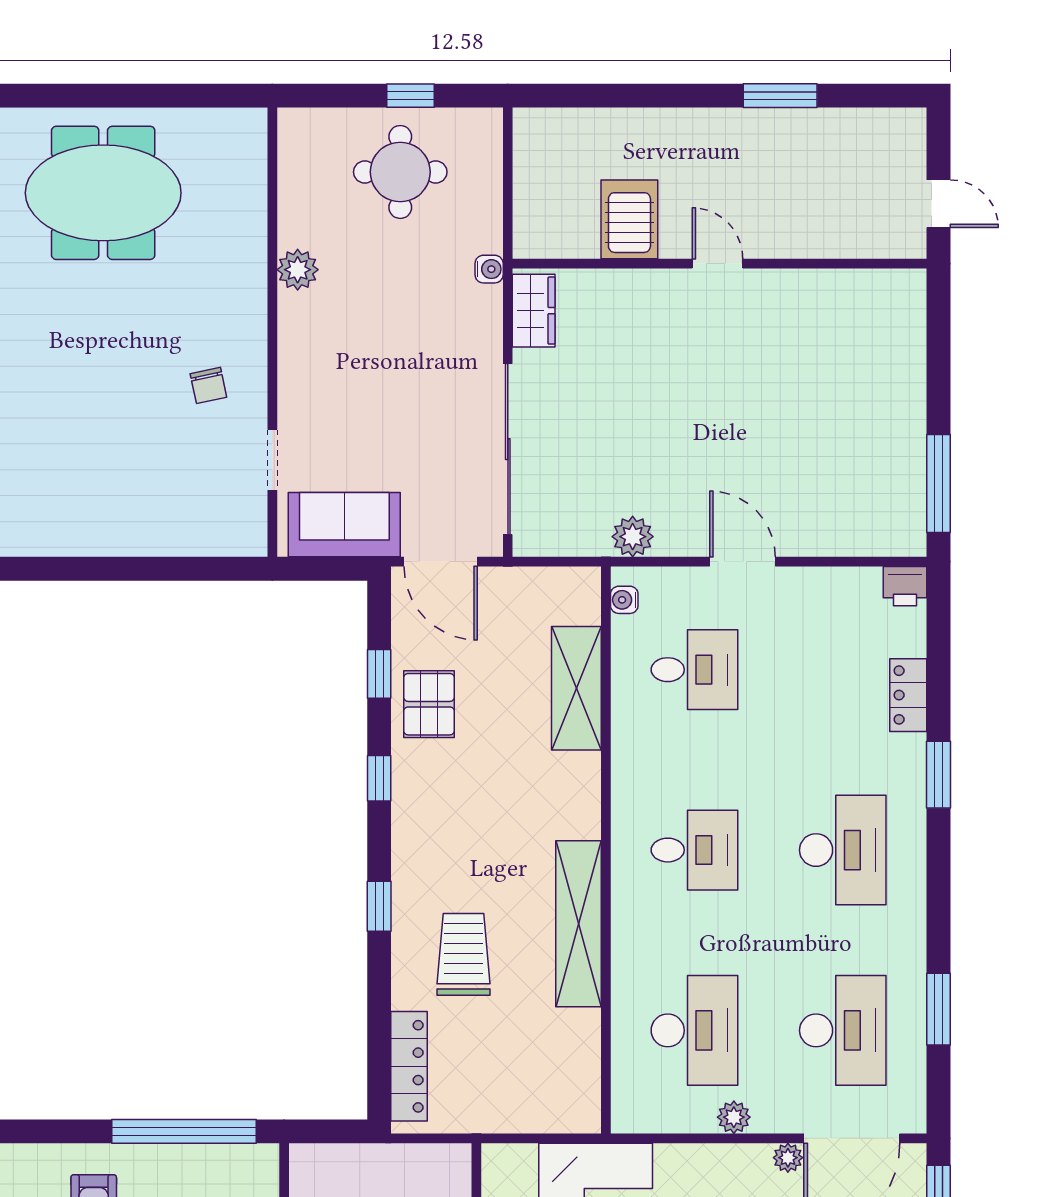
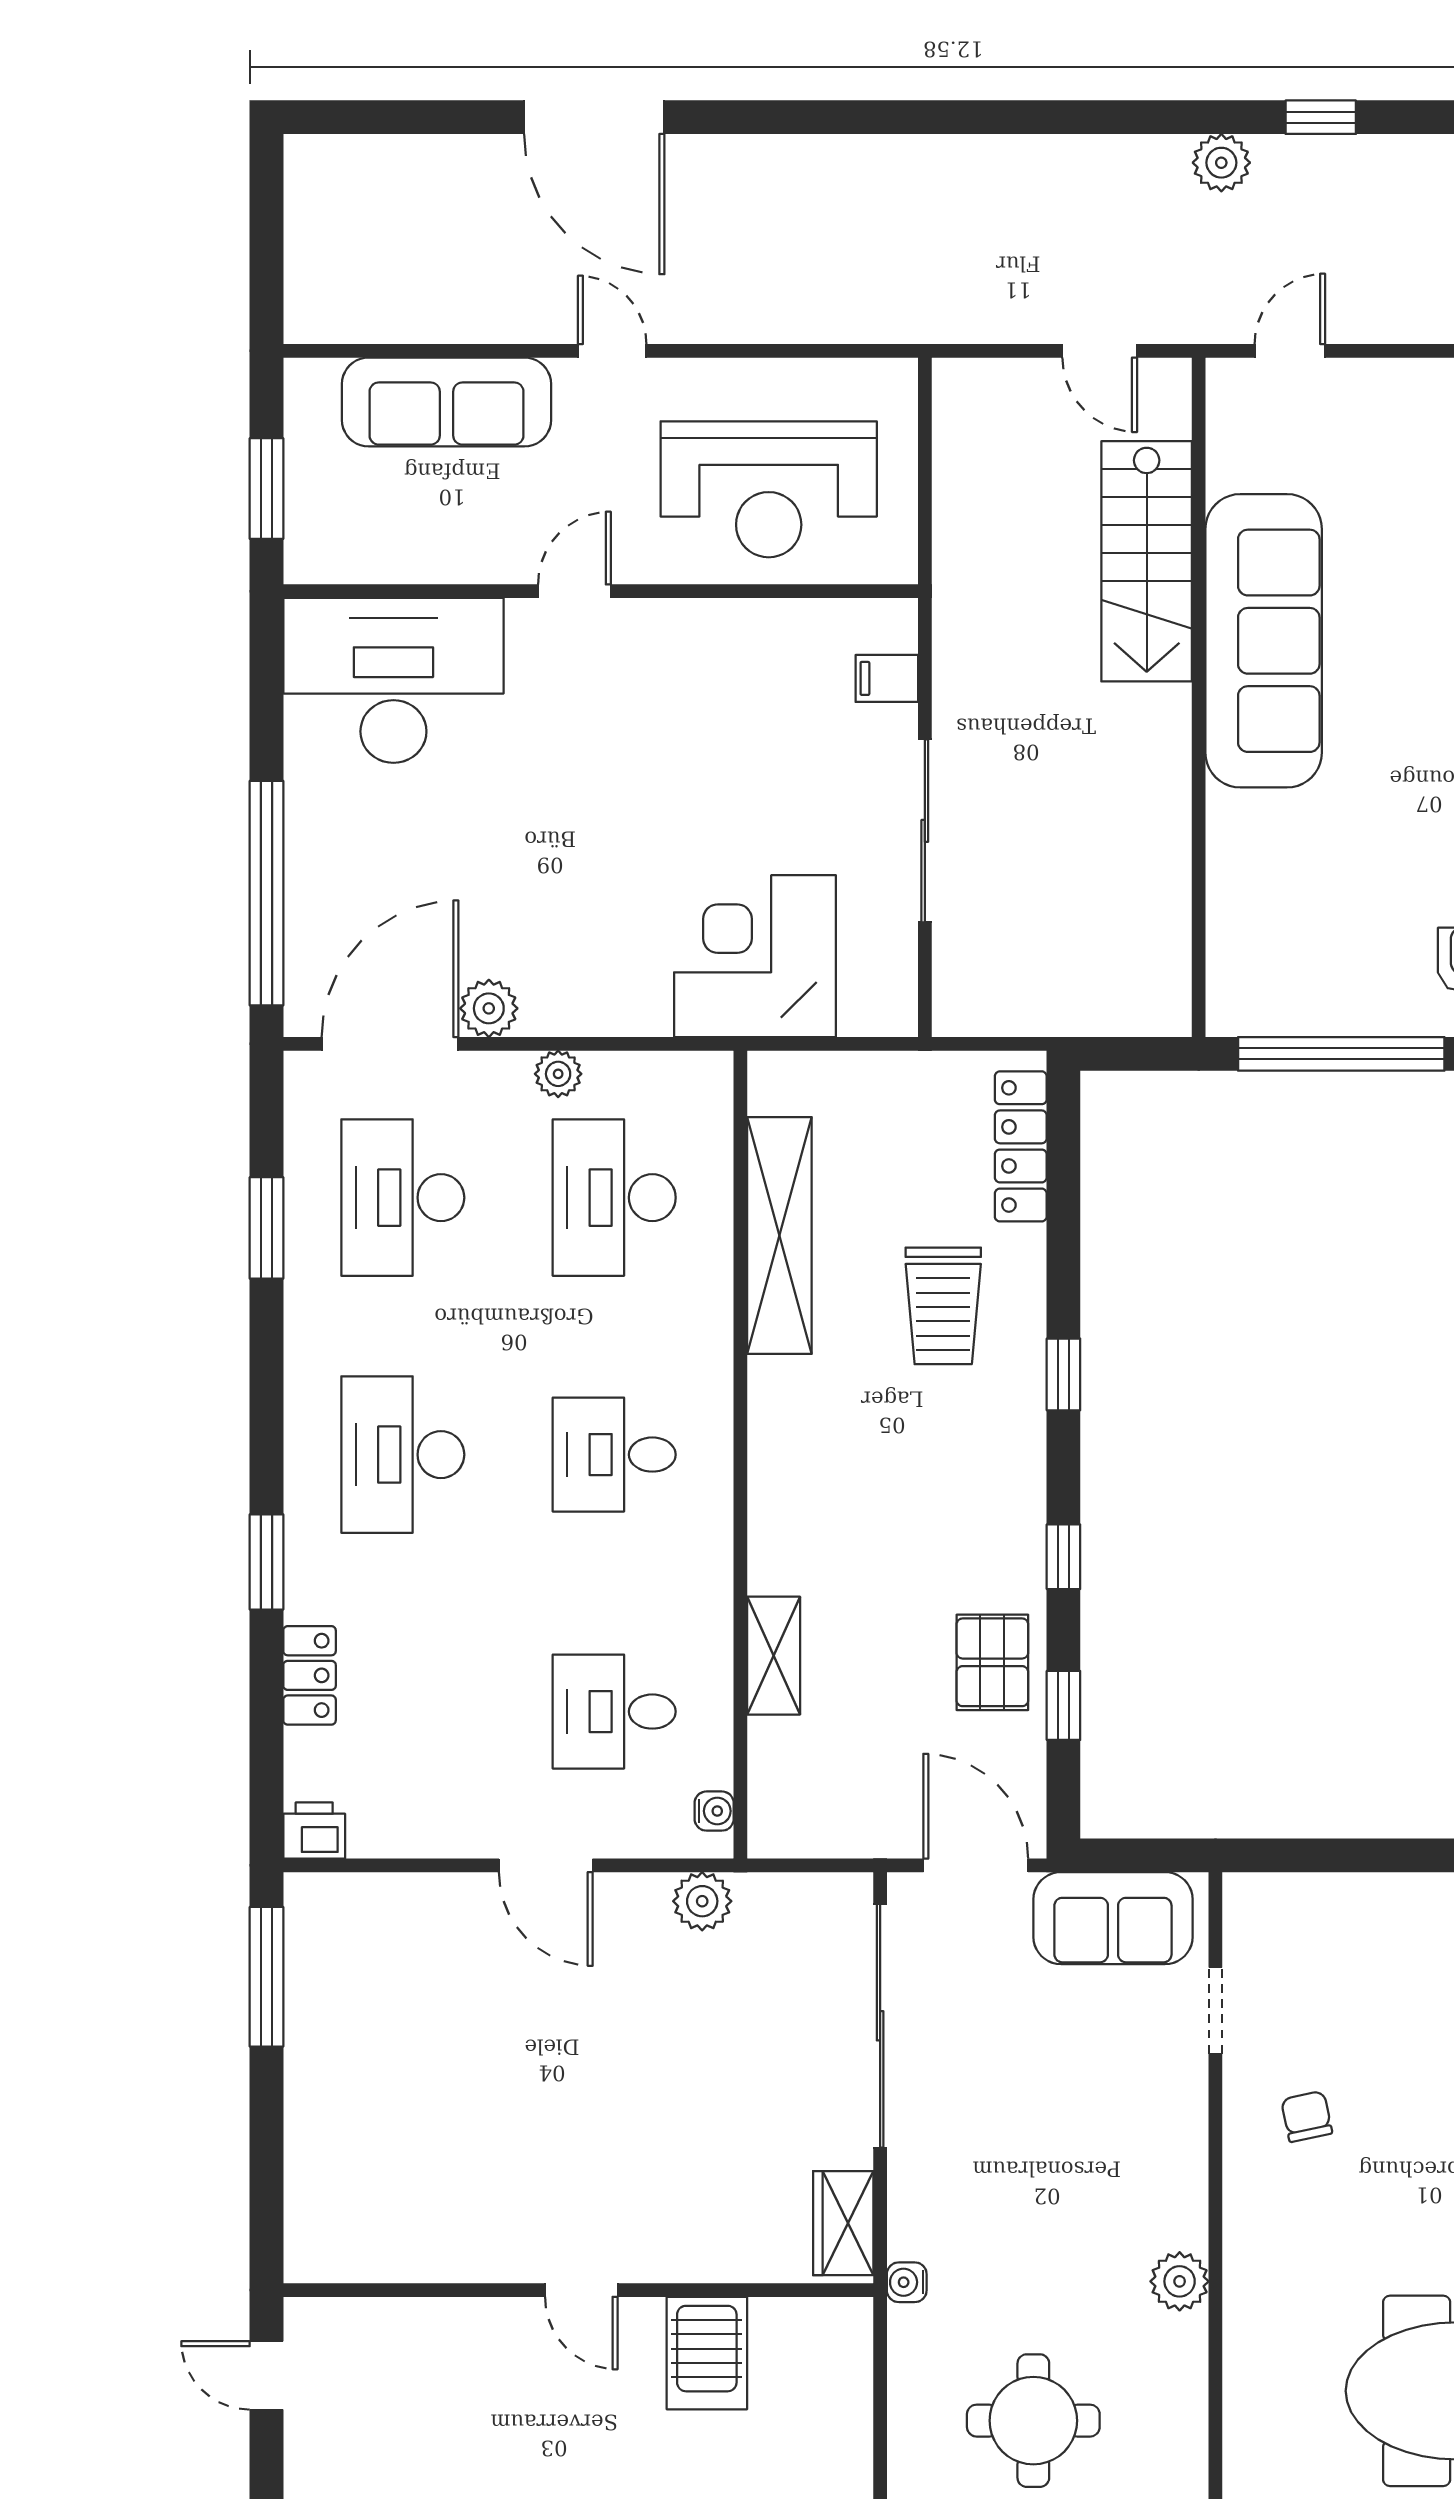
shelving: (576, 688) -> (774, 1656), width x0.67, depth x0.75
shelving: (578, 924) -> (779, 1236), moved
plant: (788, 1158) -> (489, 1008), width x1.38, depth x1.38

